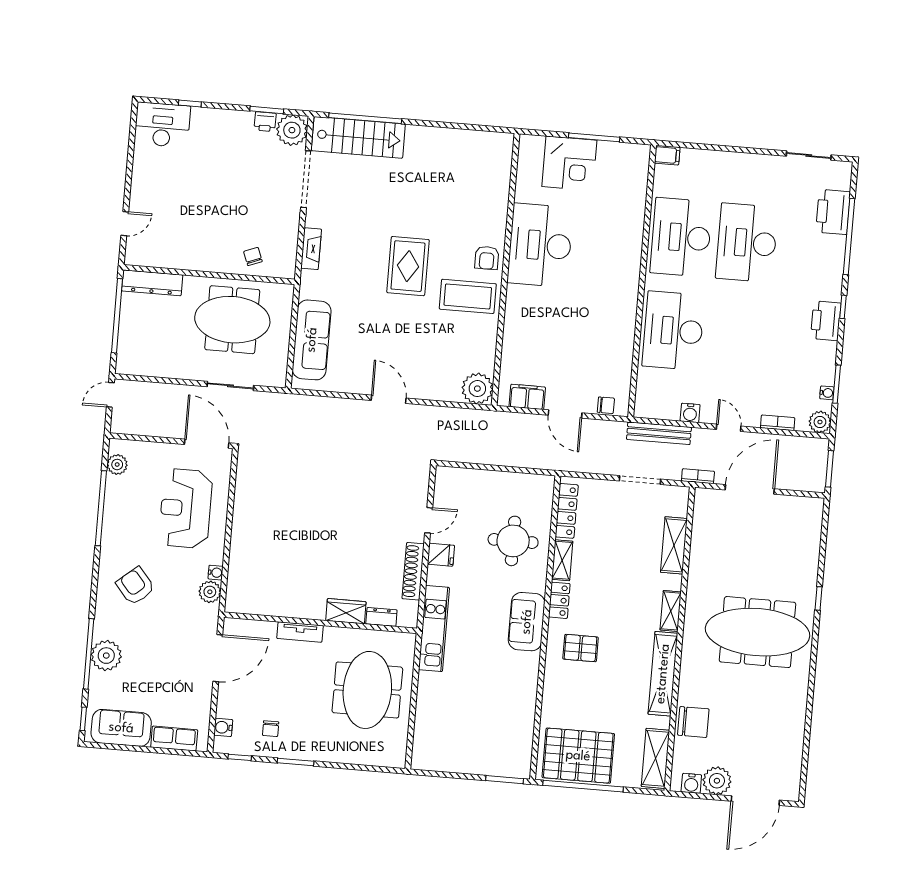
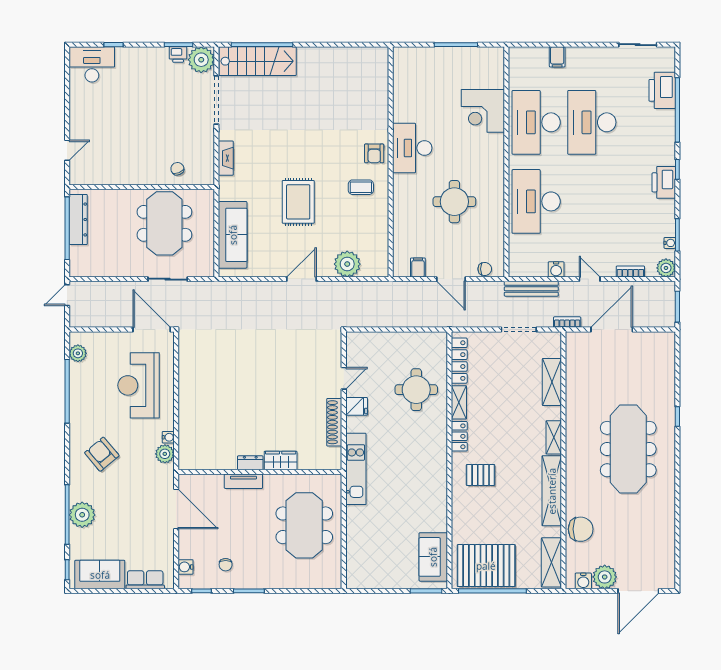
filing cabinet: (667, 155) -> (557, 57), moved, turned 90
corner desk: (569, 163) -> (483, 111), moved, turned 90
desk: (540, 245) -> (412, 148), width x0.73, depth x0.77
rug: (408, 266) -> (298, 202), moved
dresser: (152, 283) -> (78, 219), moved, turned -90
coffee table: (468, 296) -> (361, 187), width x0.54, depth x0.58
meeting table: (232, 320) -> (164, 223), turned 90
round table: (577, 323) -> (454, 202), added
plant: (477, 389) -> (347, 264), moved
filing cabinet: (527, 397) -> (418, 268), width x0.50
door: (389, 399) -> (302, 279), hinge flipped
dresser: (381, 617) -> (250, 463), moved
sofa: (527, 622) -> (433, 557), moved
meeting table: (757, 632) -> (628, 449), turned 90
door: (218, 658) -> (176, 509), hinge flipped

